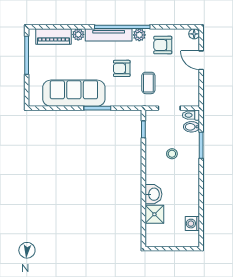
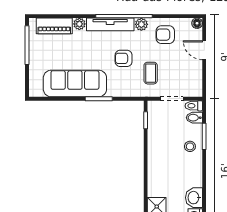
stool: (172, 154) -> (190, 146), moved
washbasin: (154, 194) -> (194, 198), moved, turned 180

